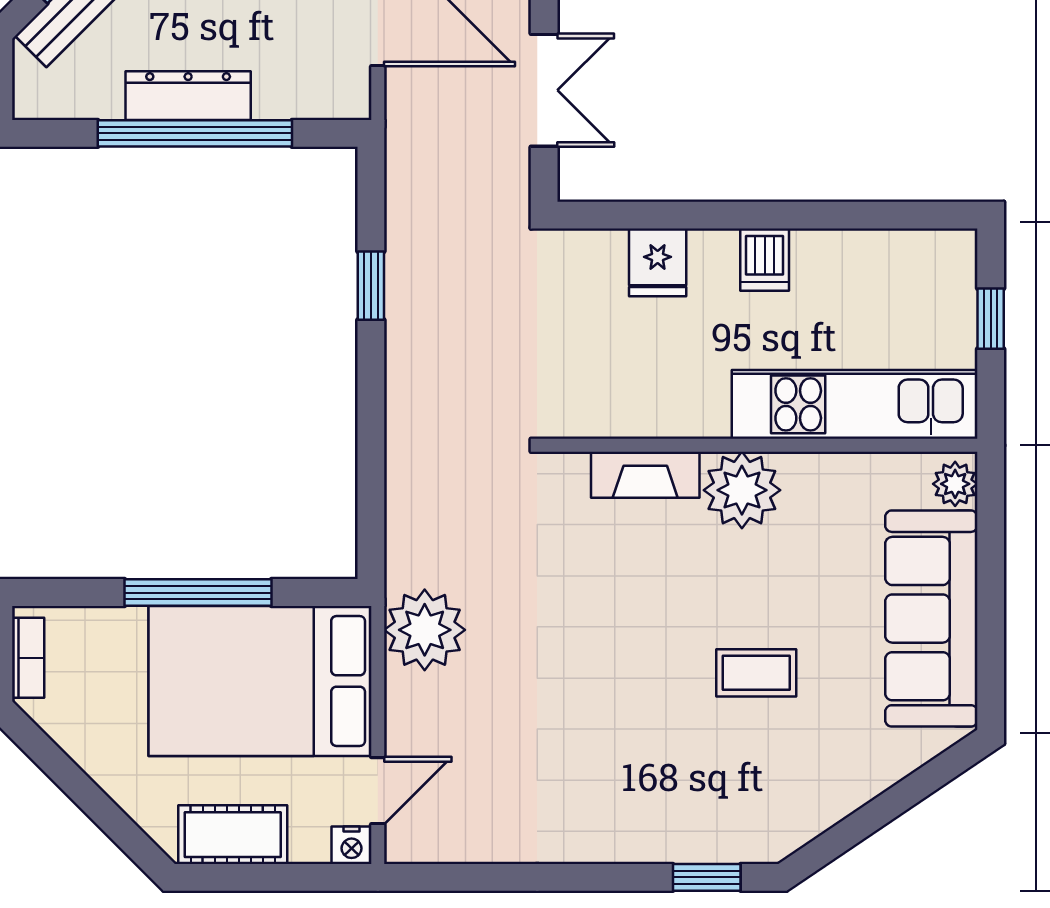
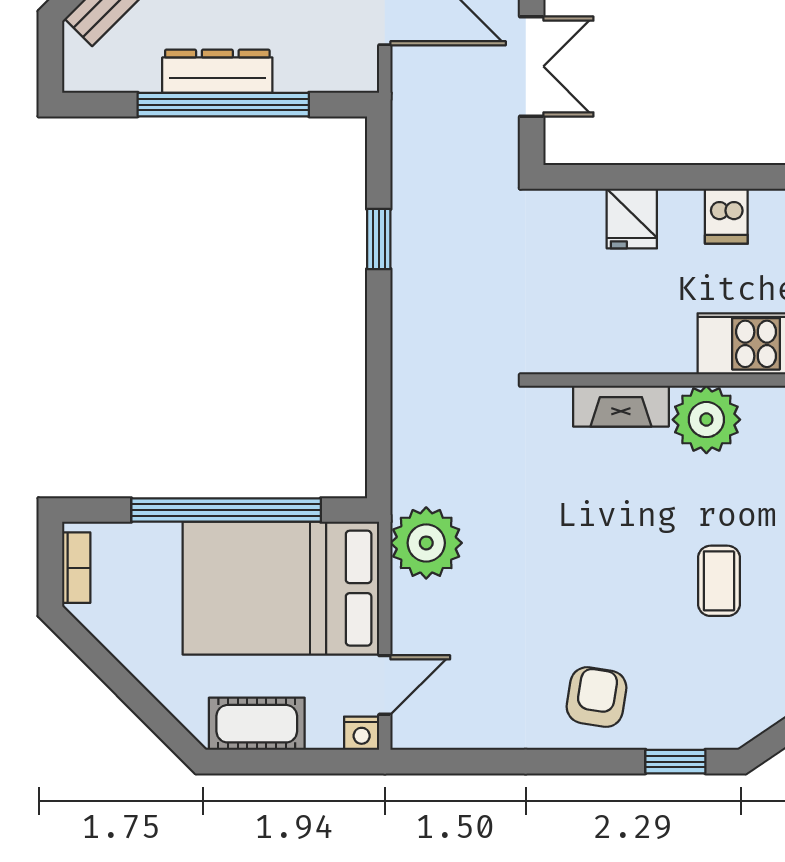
window: (198, 593) -> (226, 510), width x1.46
coffee table: (756, 673) -> (719, 581), turned 90
armchair: (618, 804) -> (596, 697), added

